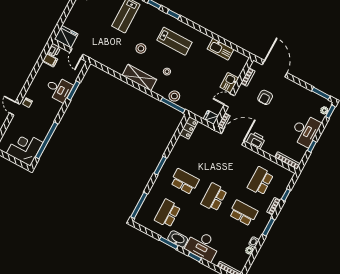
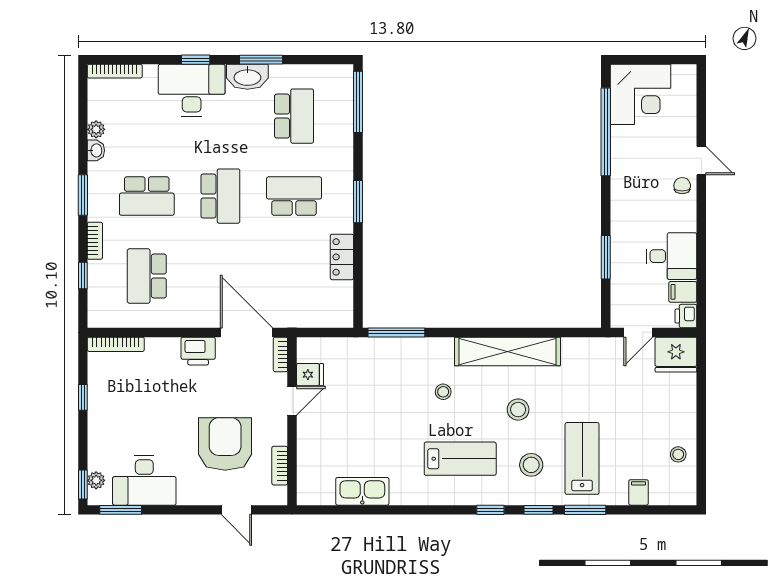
lab bench: (175, 41) -> (460, 459), turned 180
door: (76, 53) -> (638, 332), swing flipped
door: (275, 69) -> (236, 510), width x0.53
shelving: (139, 77) -> (508, 351), width x1.47
kitchen sink: (229, 83) -> (310, 435), removed
desk: (59, 89) -> (671, 256), moved, turned 180
stool: (174, 96) -> (531, 465), moved
armchair: (265, 97) -> (225, 444), width x1.88, depth x1.88
fridge: (211, 117) -> (310, 375), moved
locker: (189, 128) -> (342, 257), moved
desk: (305, 130) -> (144, 480), moved, turned -90
door: (233, 137) -> (246, 332), swing flipped
school desk: (185, 181) -> (294, 196), turned 180
school desk: (260, 181) -> (147, 276), turned 180

